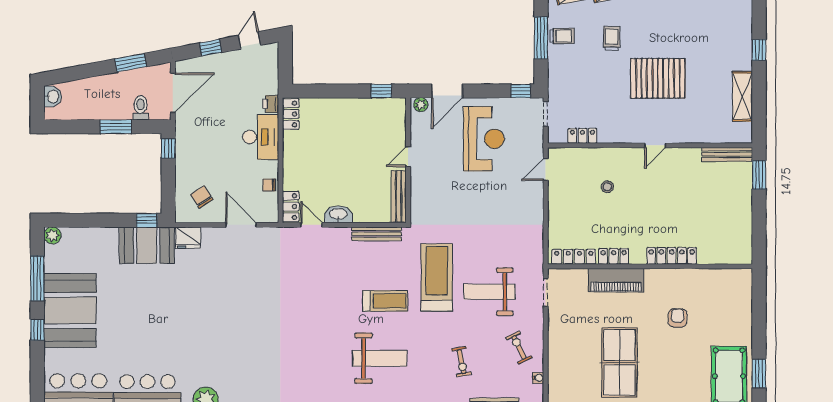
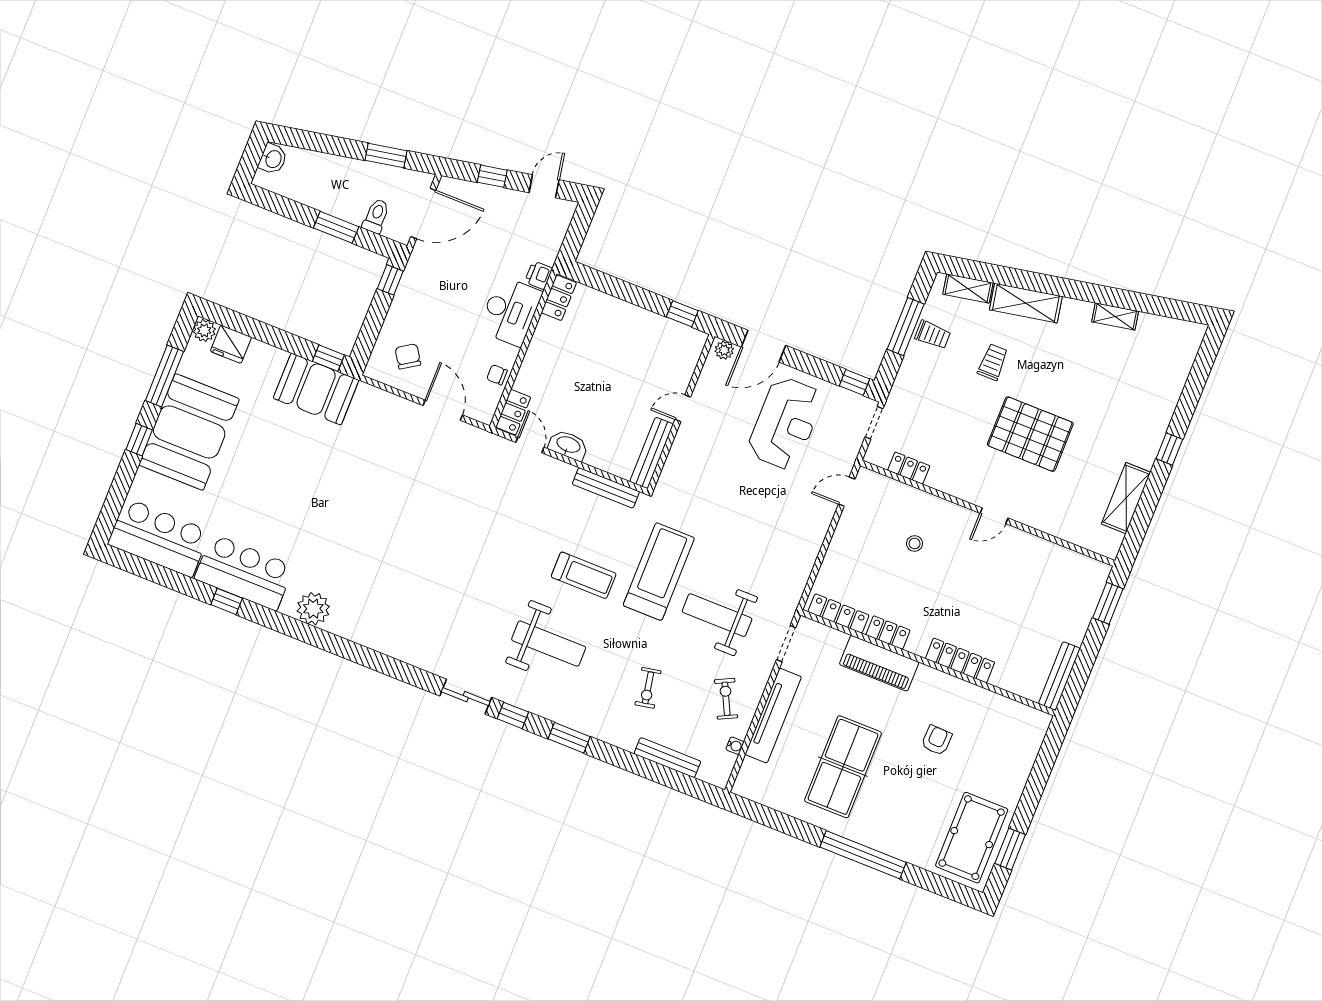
bench: (727, 154) -> (1059, 676), moved, turned 90
fridge: (188, 238) -> (231, 344), moved
tv unit: (557, 346) -> (773, 716), added

